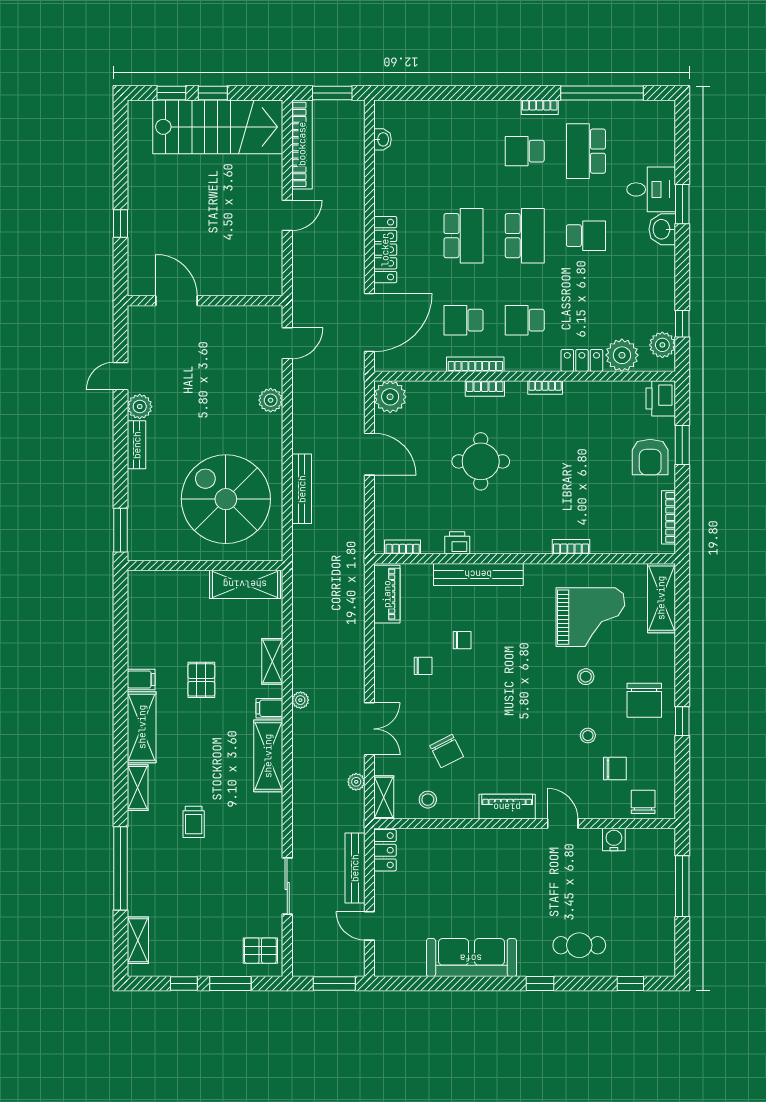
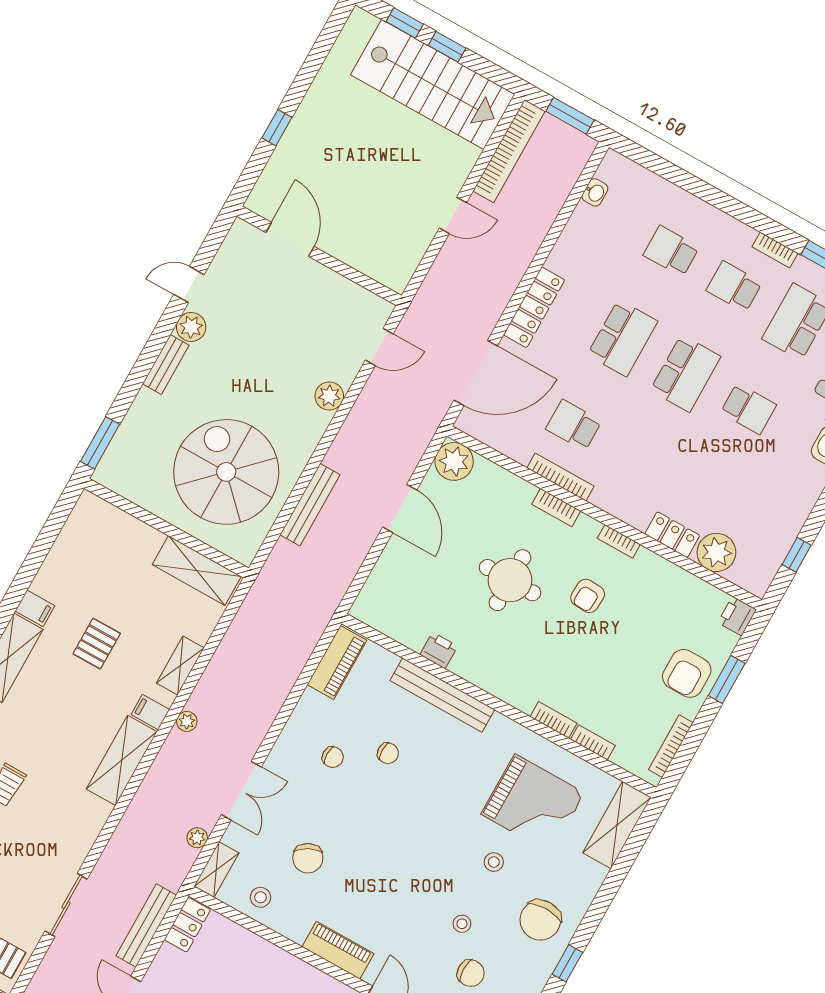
school desk: (525, 320) -> (671, 251), moved
plant: (662, 345) -> (764, 565), removed
printer: (661, 398) -> (737, 616), width x0.73, depth x0.81
armchair: (545, 441) -> (588, 596), added
bookcase: (403, 547) -> (593, 742), moved

